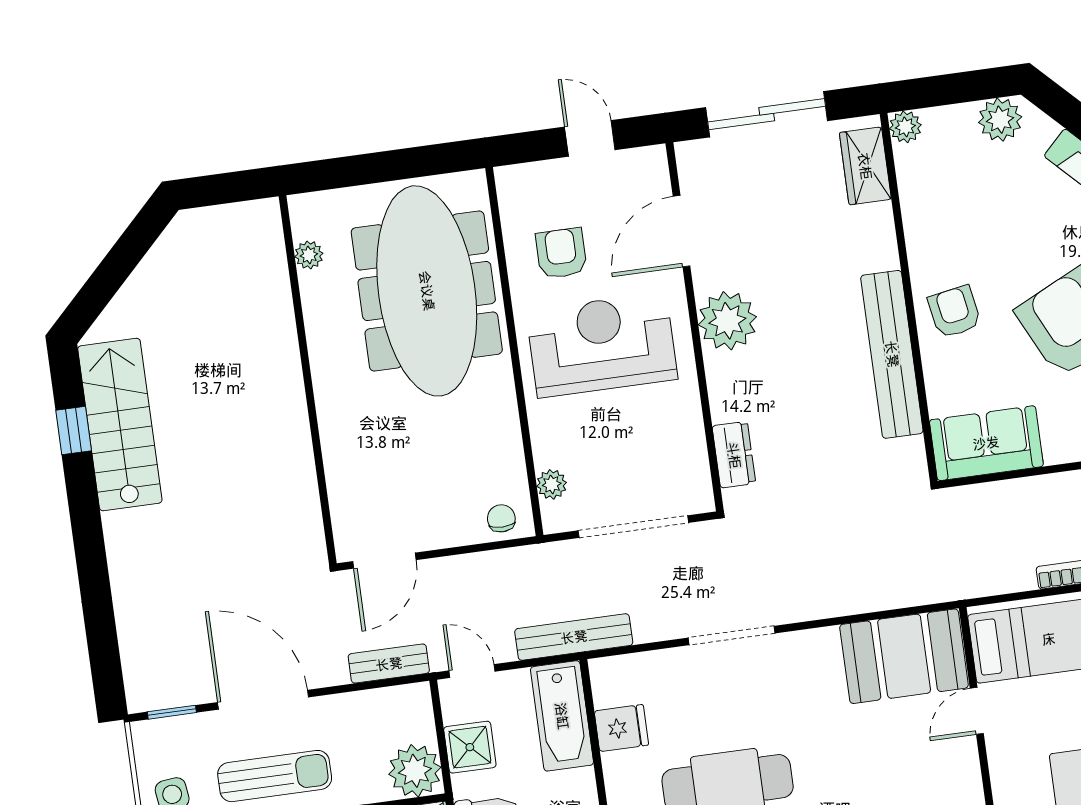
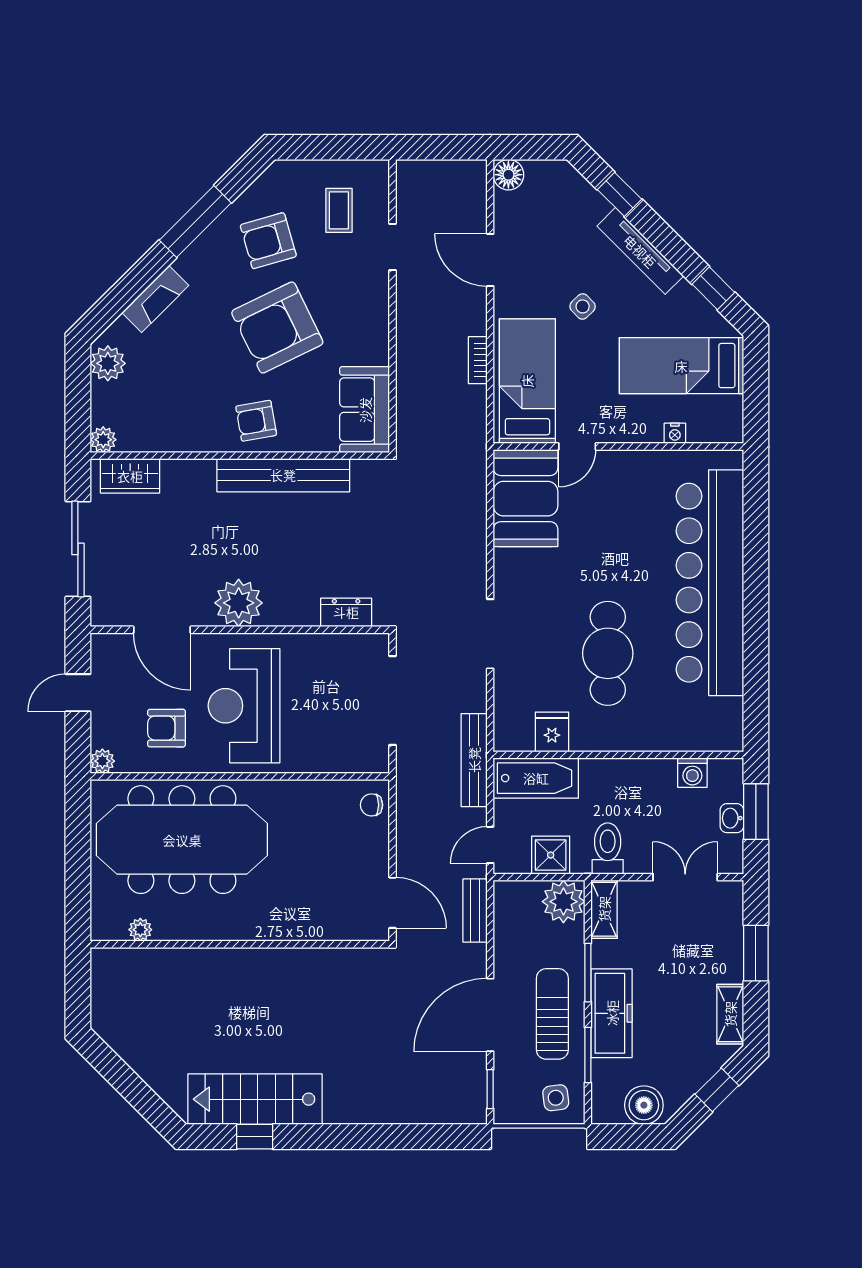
plant: (552, 484) -> (102, 761), moved
door: (977, 711) -> (577, 447), hinge flipped

